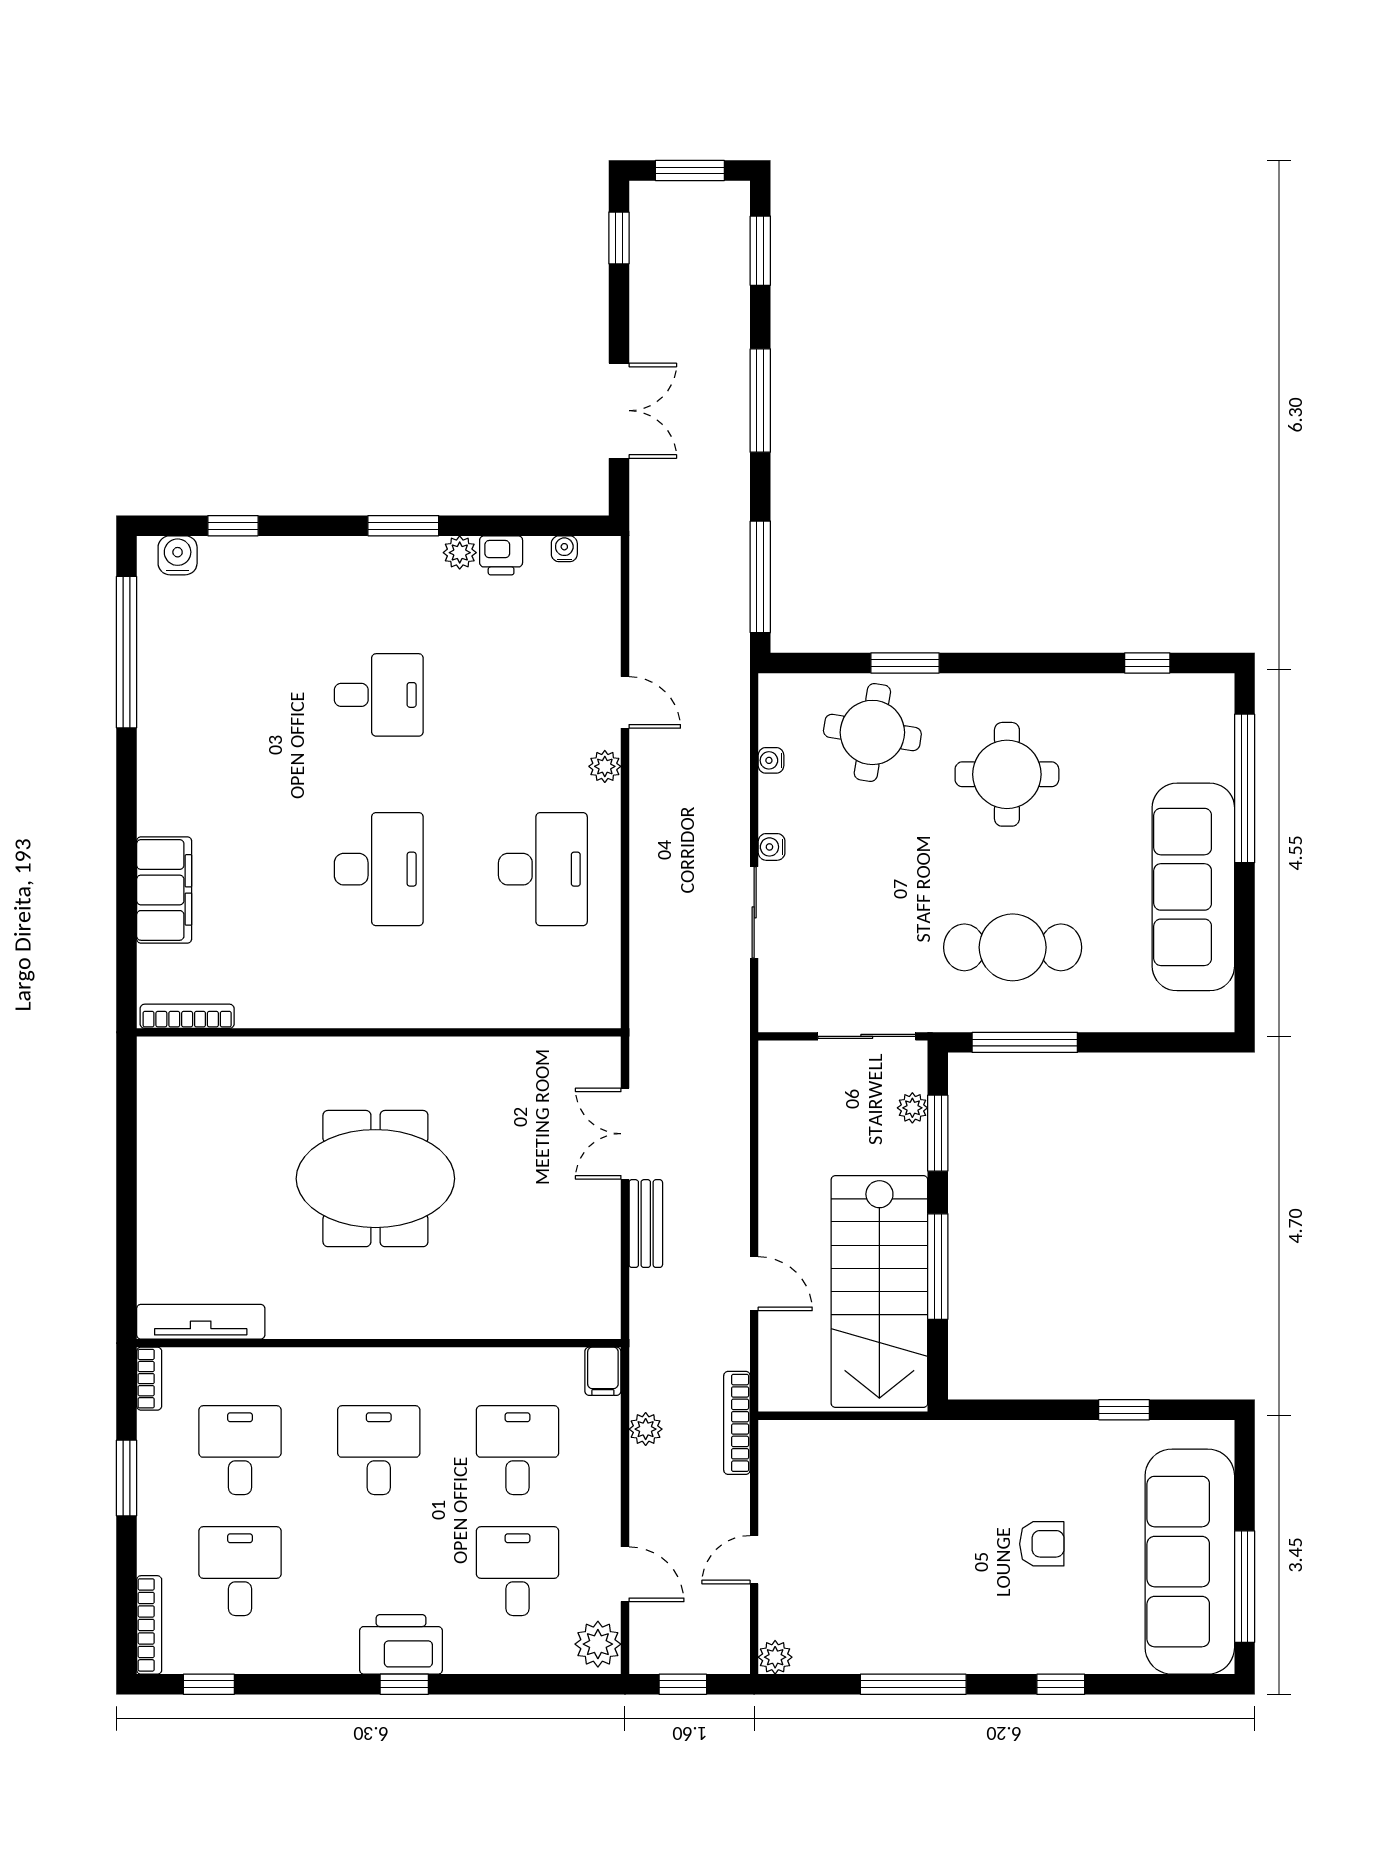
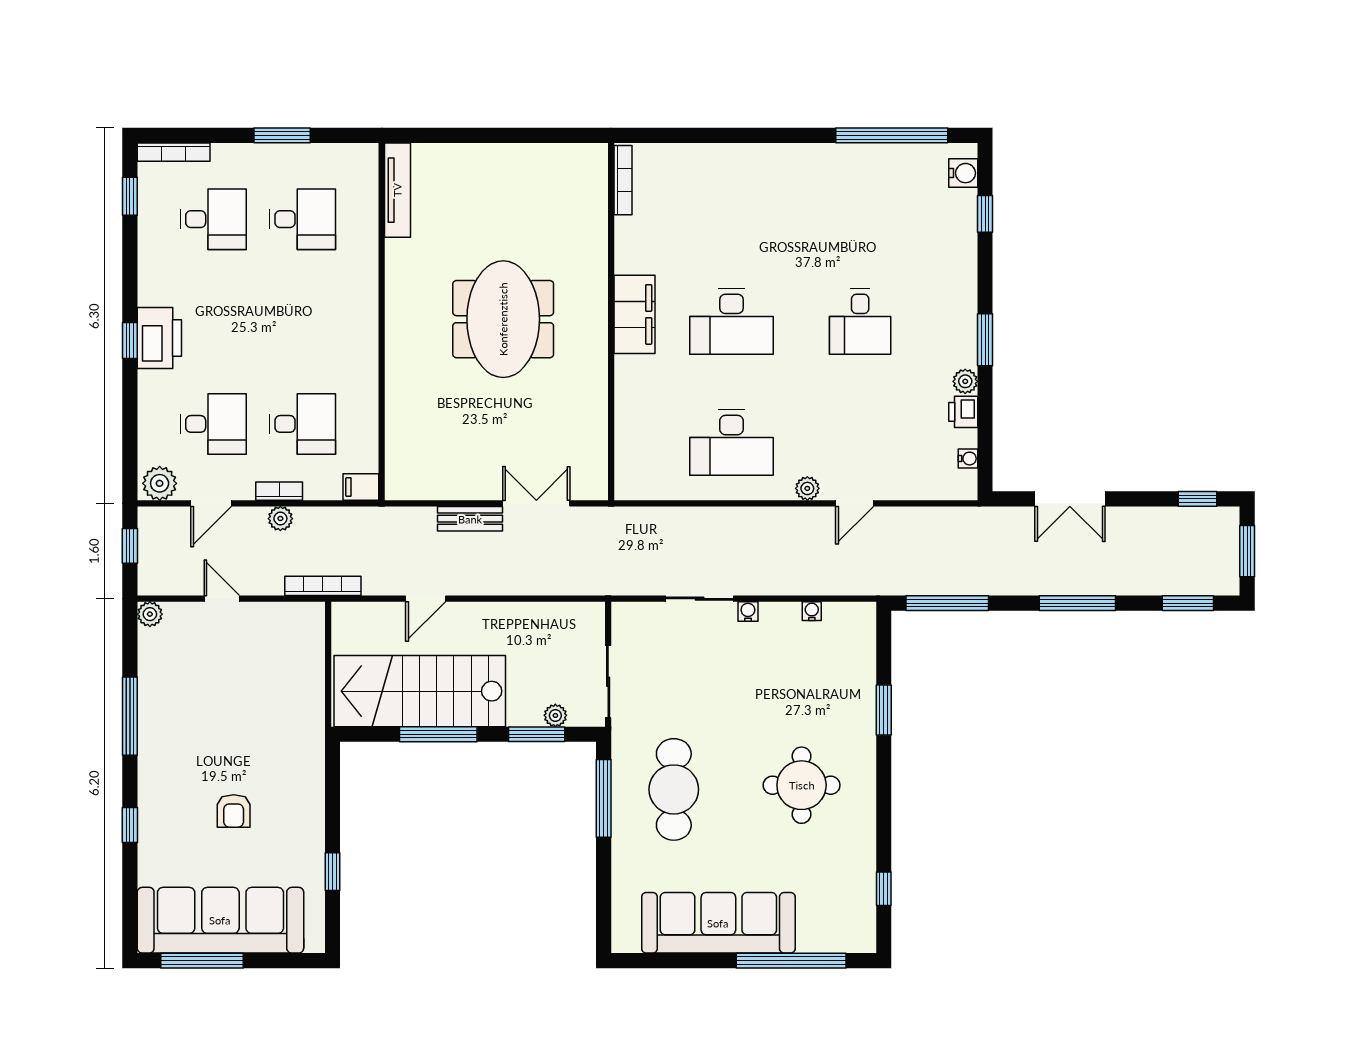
round table: (872, 732) -> (832, 686), removed
filing cabinet: (164, 890) -> (634, 314), moved, turned -90
bookcase: (149, 1379) -> (279, 491), moved, turned 180
plant: (646, 1429) -> (280, 519), moved
desk: (379, 1450) -> (303, 322), removed

